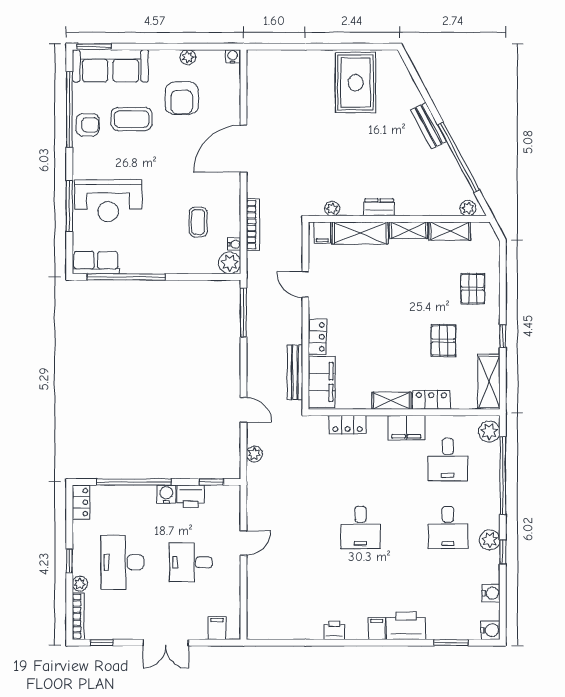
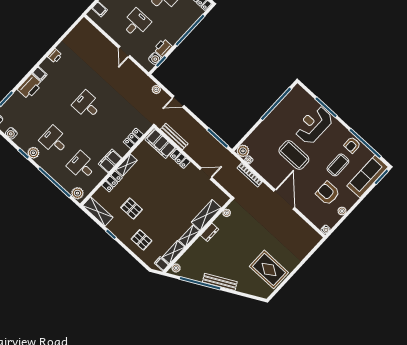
bench: (429, 126) -> (220, 282), width x1.36
coffee table: (198, 222) -> (294, 155), moved, width x1.86, depth x1.72
filing cabinet: (322, 233) -> (161, 264), moved
row of seats: (96, 263) -> (293, 97), removed
water cooler: (166, 494) -> (155, 59), moved

